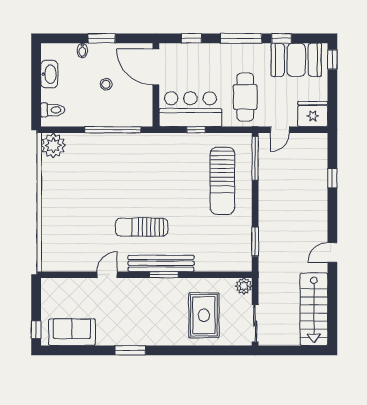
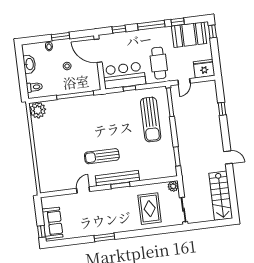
door: (332, 253) -> (228, 157), swing flipped
sofa: (72, 332) -> (52, 223), moved, turned 90

